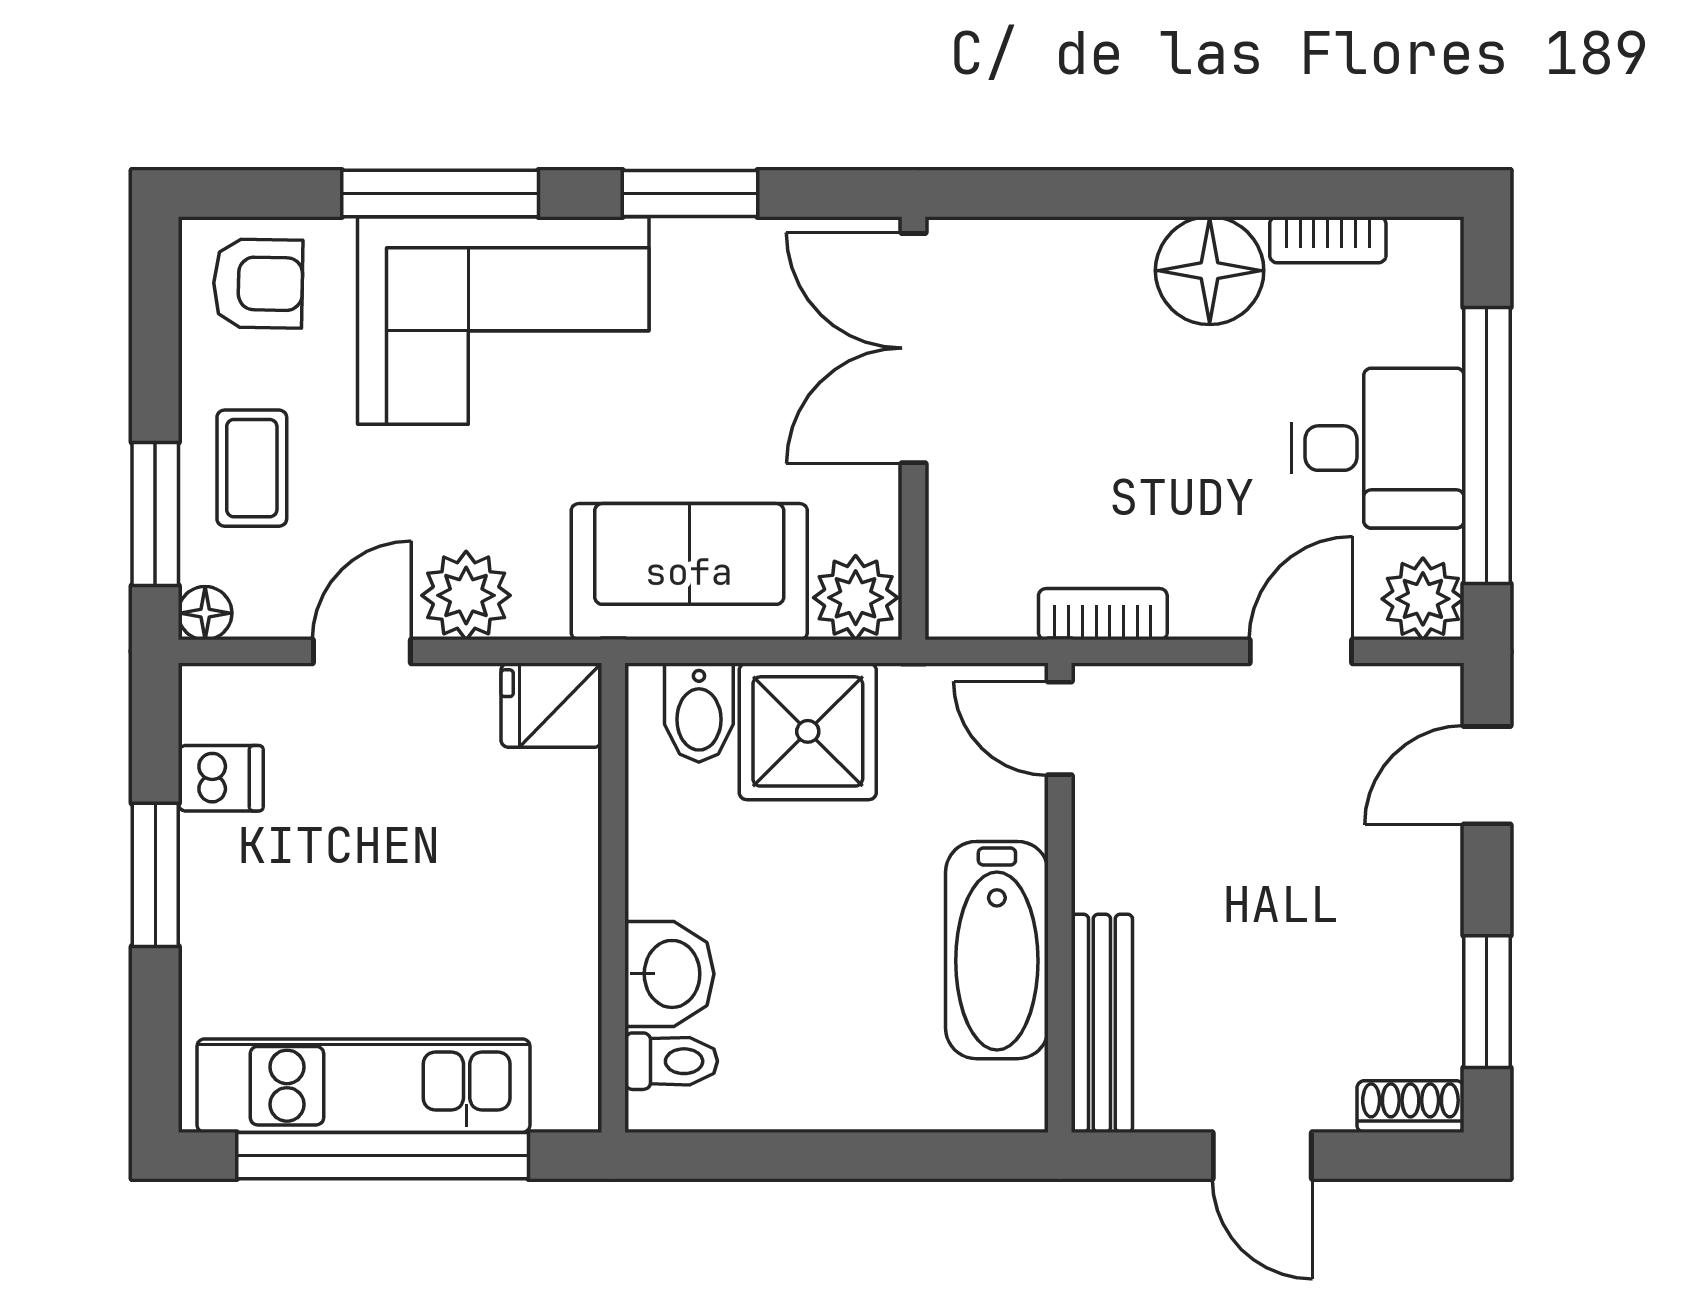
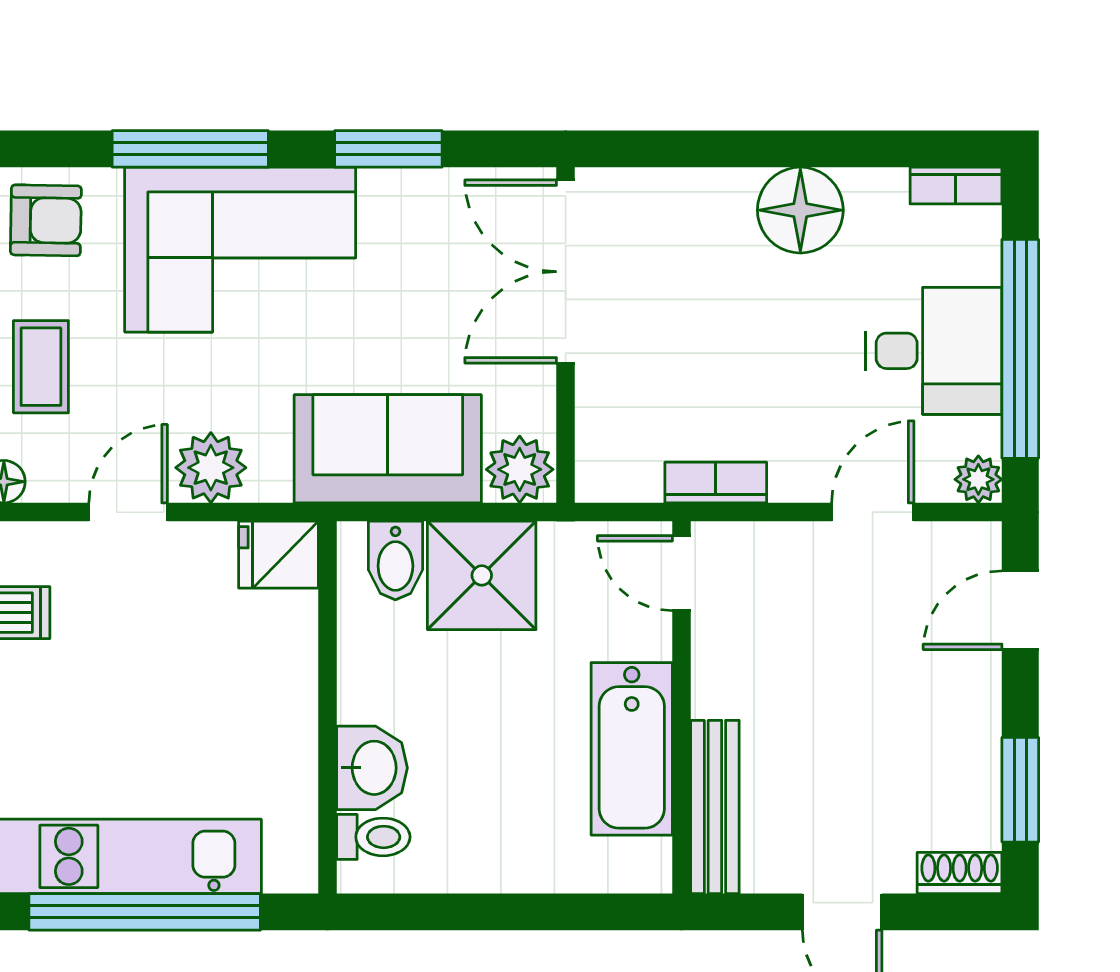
bookcase: (1328, 240) -> (956, 186), moved
plant: (1423, 599) -> (978, 479), width x0.73, depth x0.73

